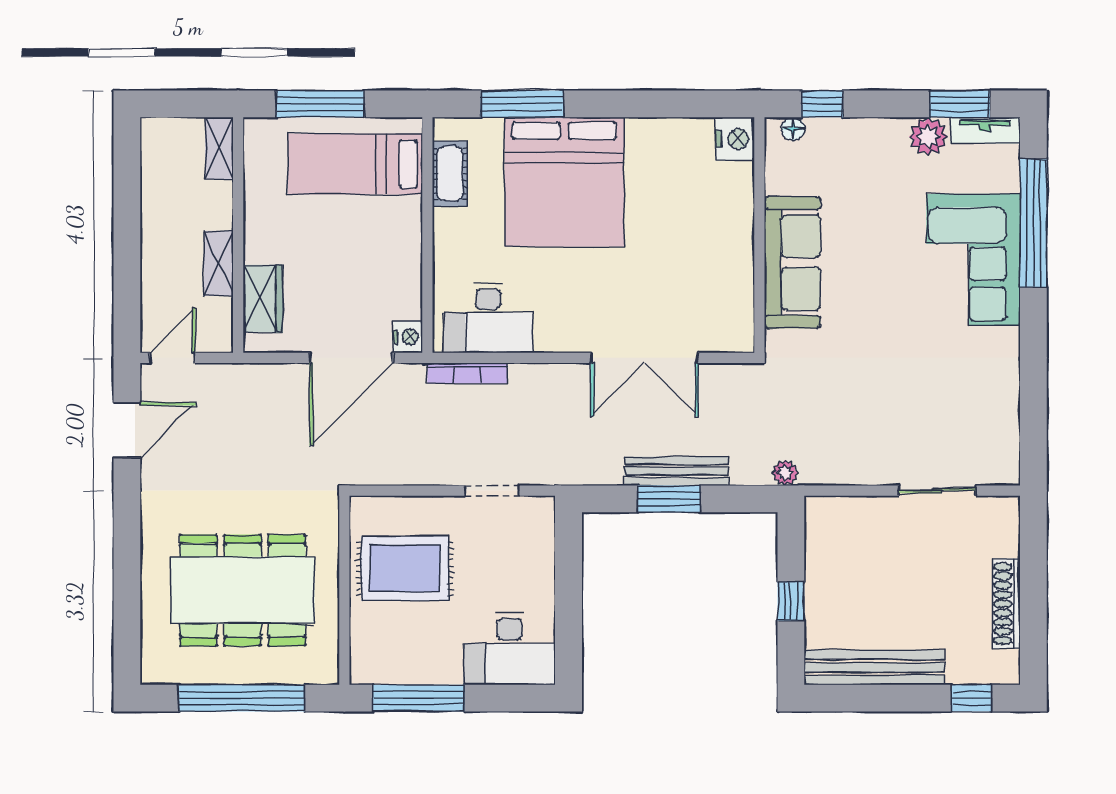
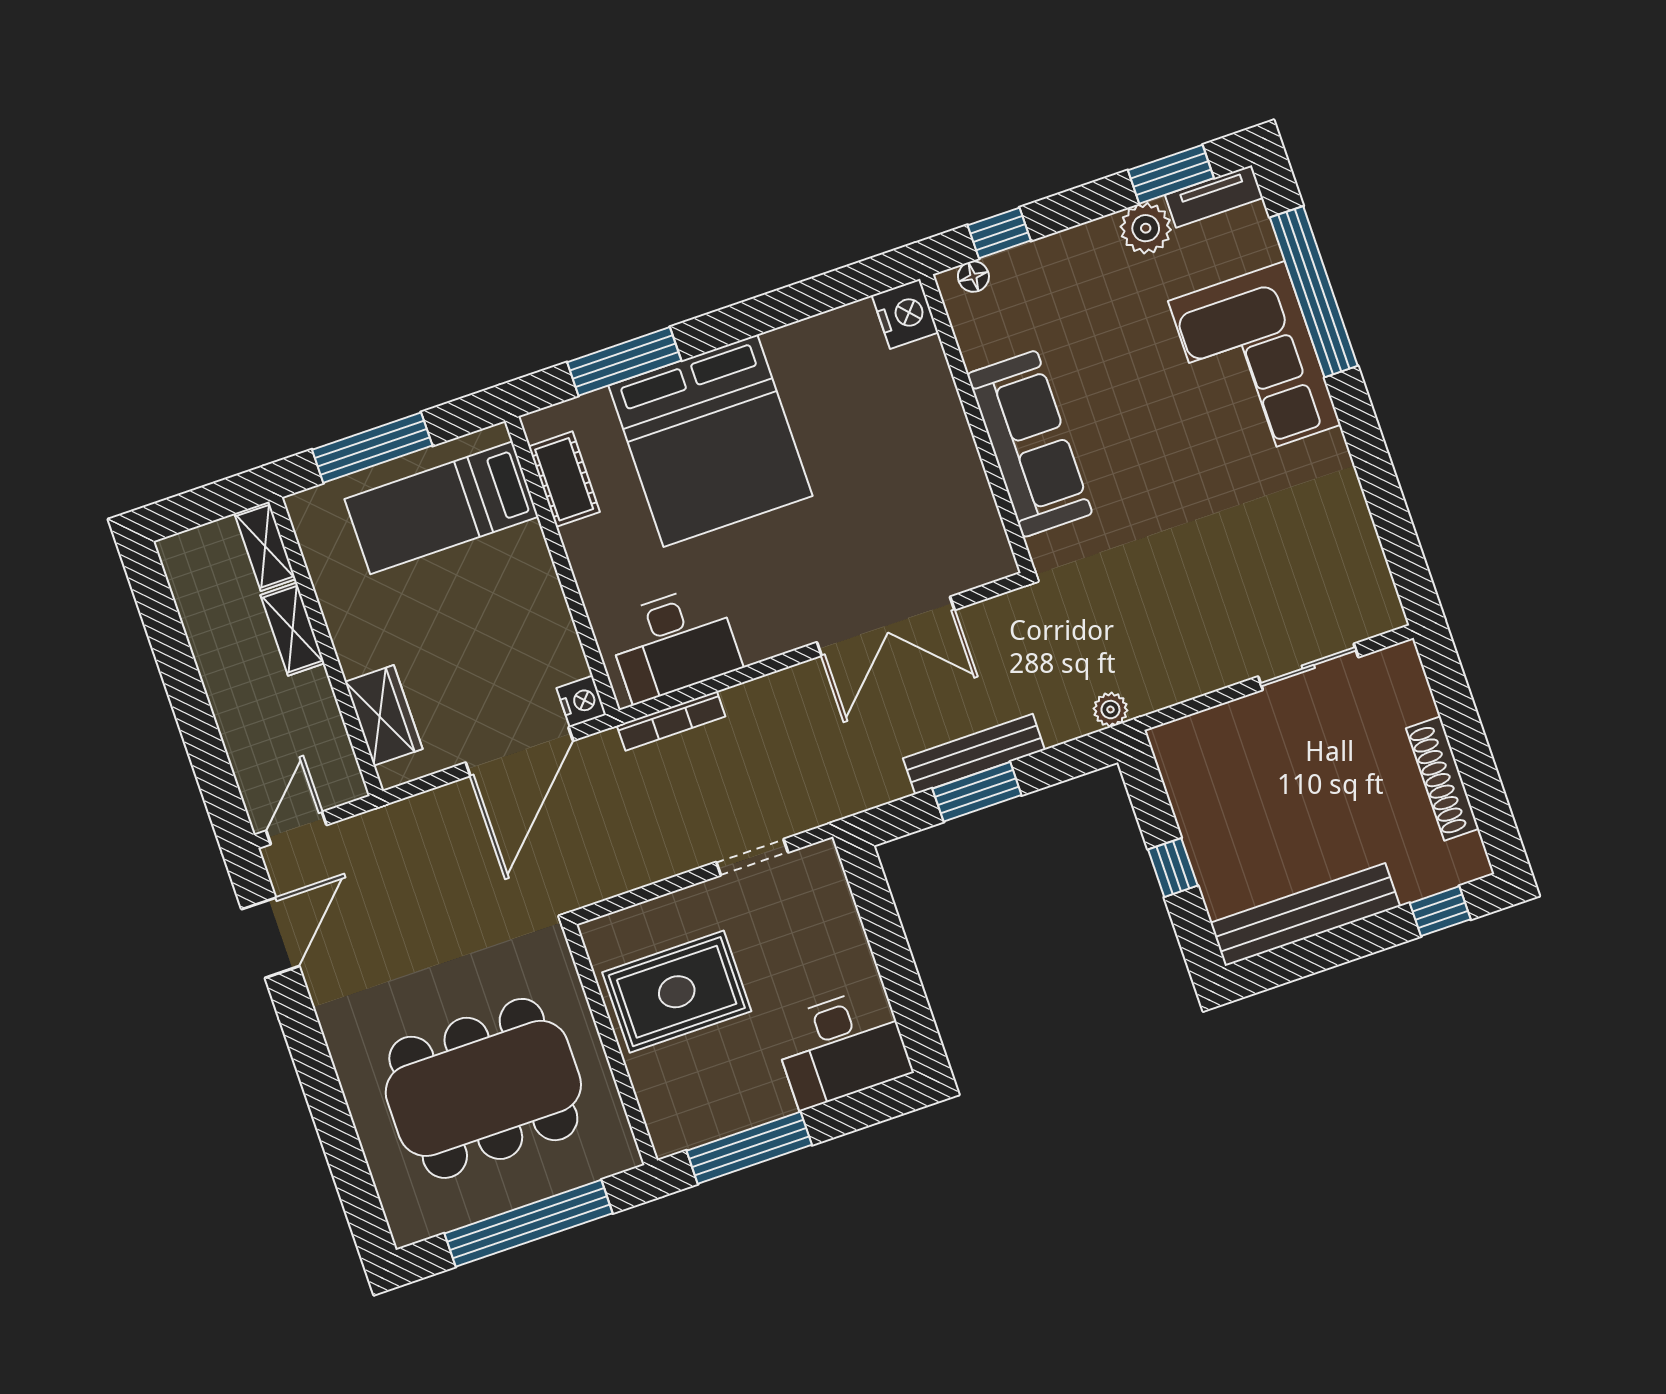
shelving: (219, 263) -> (293, 629), moved

